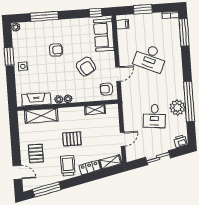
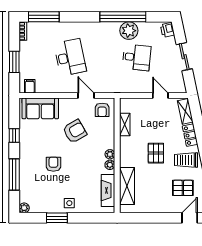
window: (96, 13) -> (14, 135), moved
desk: (150, 58) -> (70, 57), turned -36
pallet: (36, 153) -> (183, 188), moved

